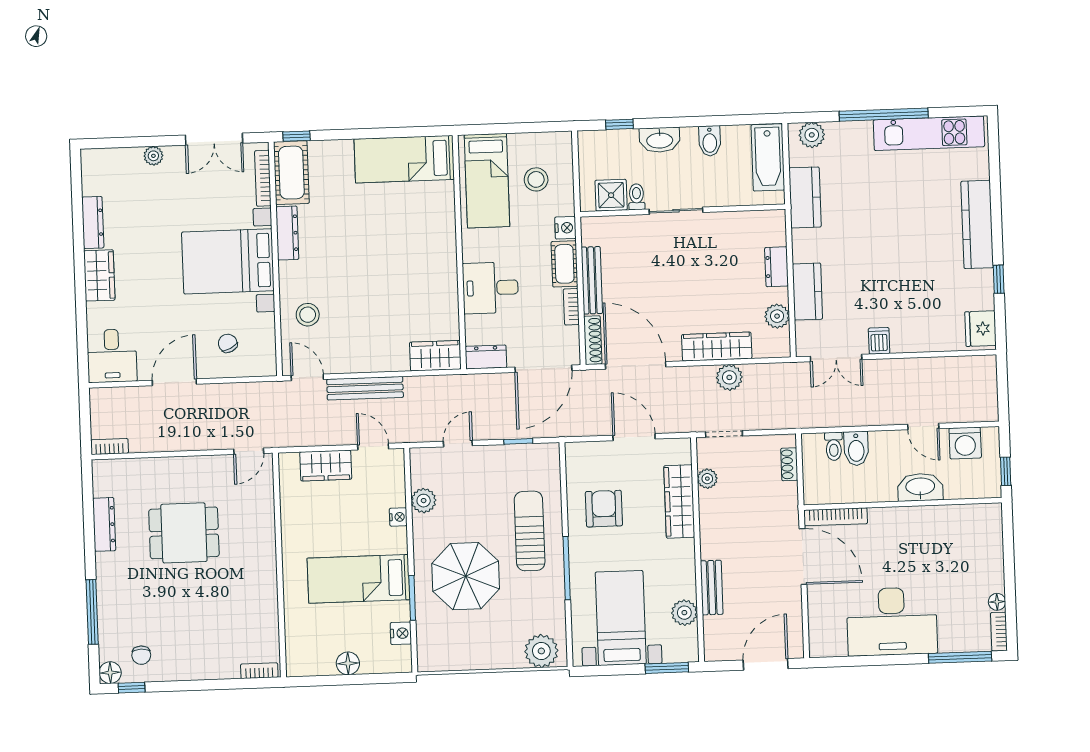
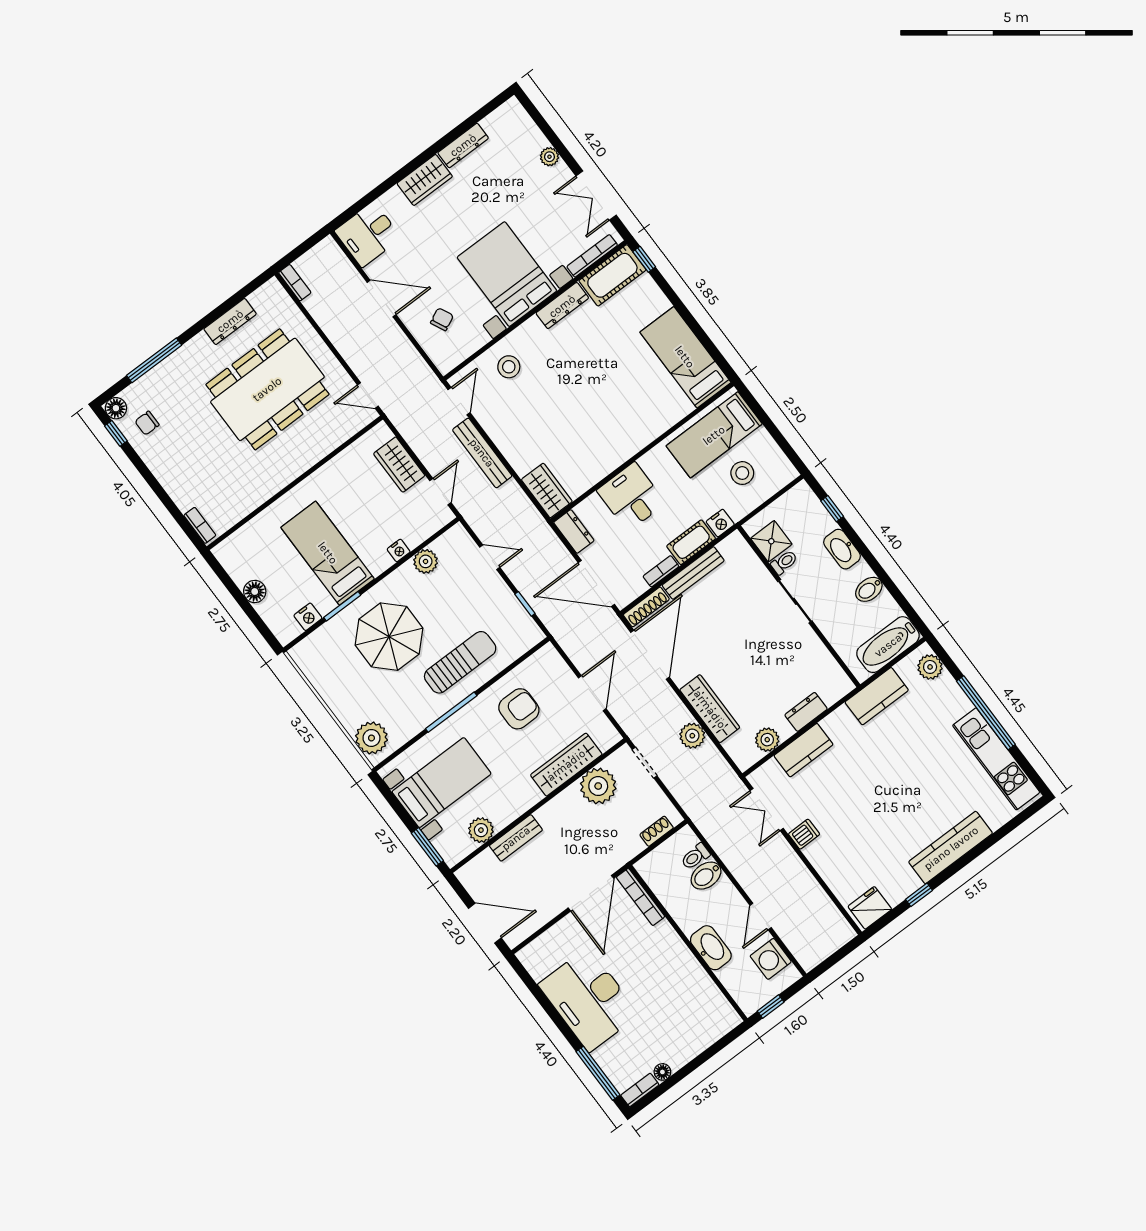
plant: (707, 479) -> (598, 786), width x1.88, depth x1.88
dining table: (184, 533) -> (267, 389), width x1.88, depth x1.24

